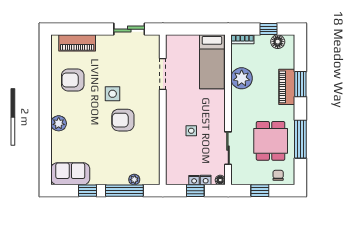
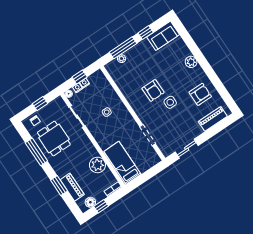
piano: (287, 87) -> (72, 187), moved
armchair: (123, 120) -> (153, 90), turned 90

